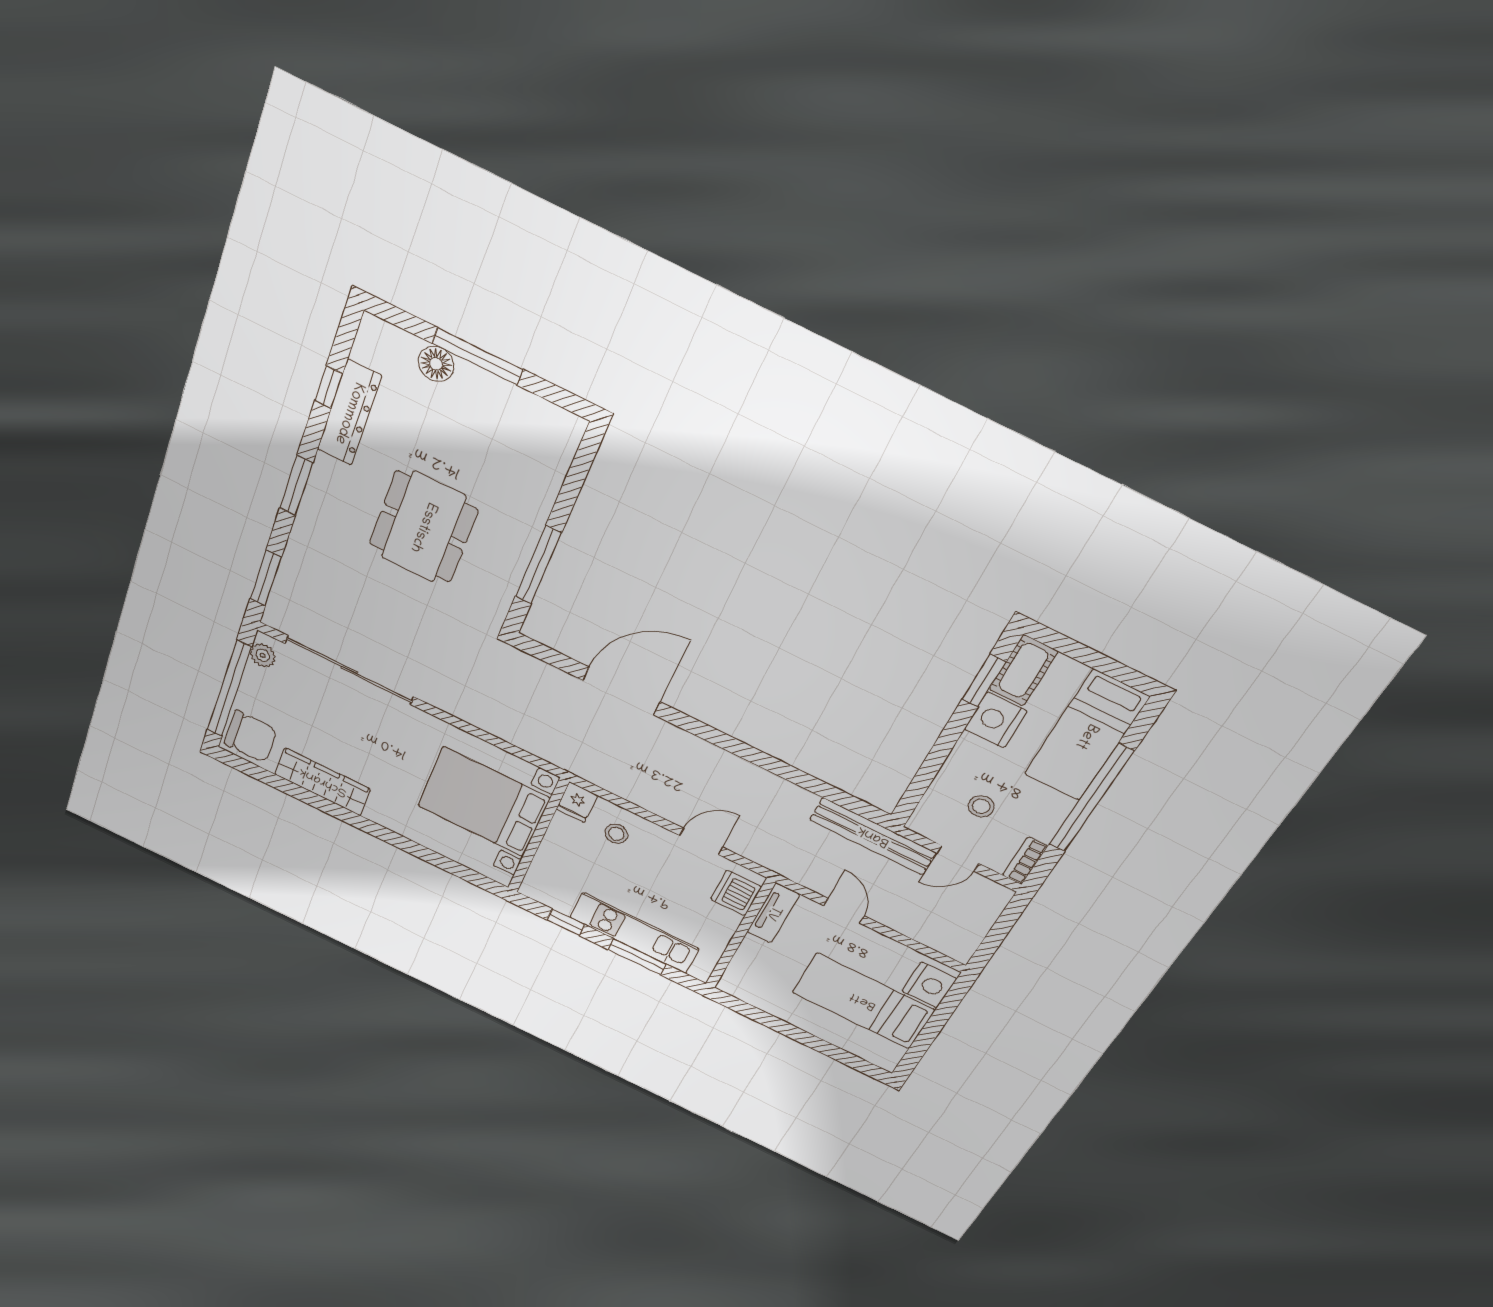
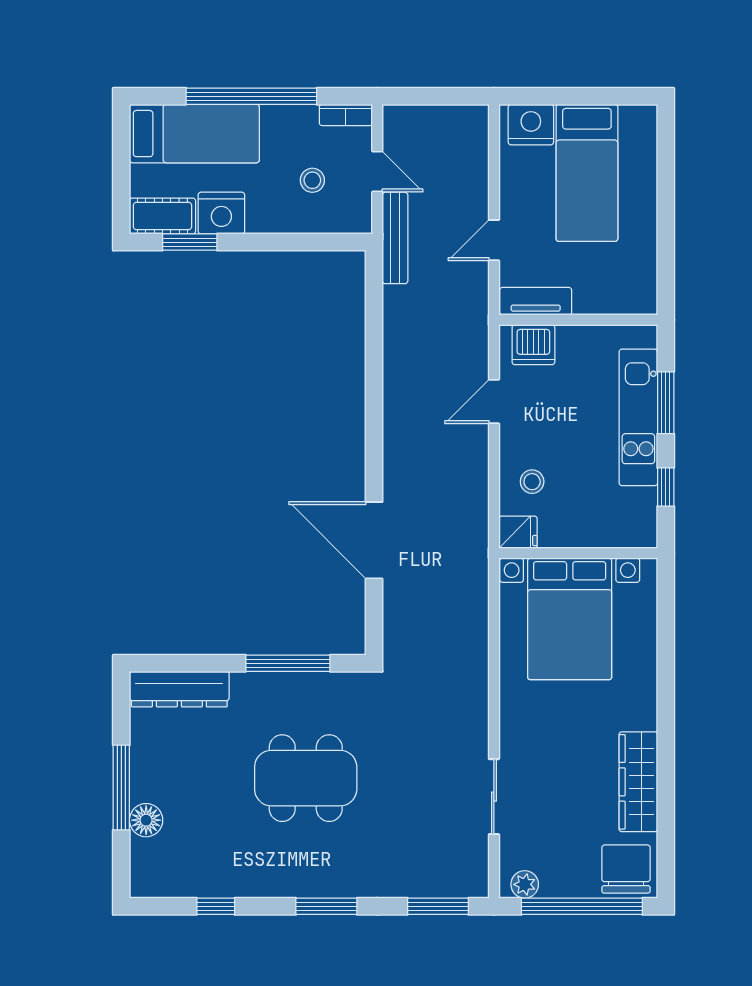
dresser: (349, 413) -> (179, 689), moved, turned 180
sliding door: (349, 670) -> (494, 797), width x0.54
bench: (873, 836) -> (395, 238), width x0.73, depth x0.82
door: (701, 841) -> (494, 401), hinge flipped

